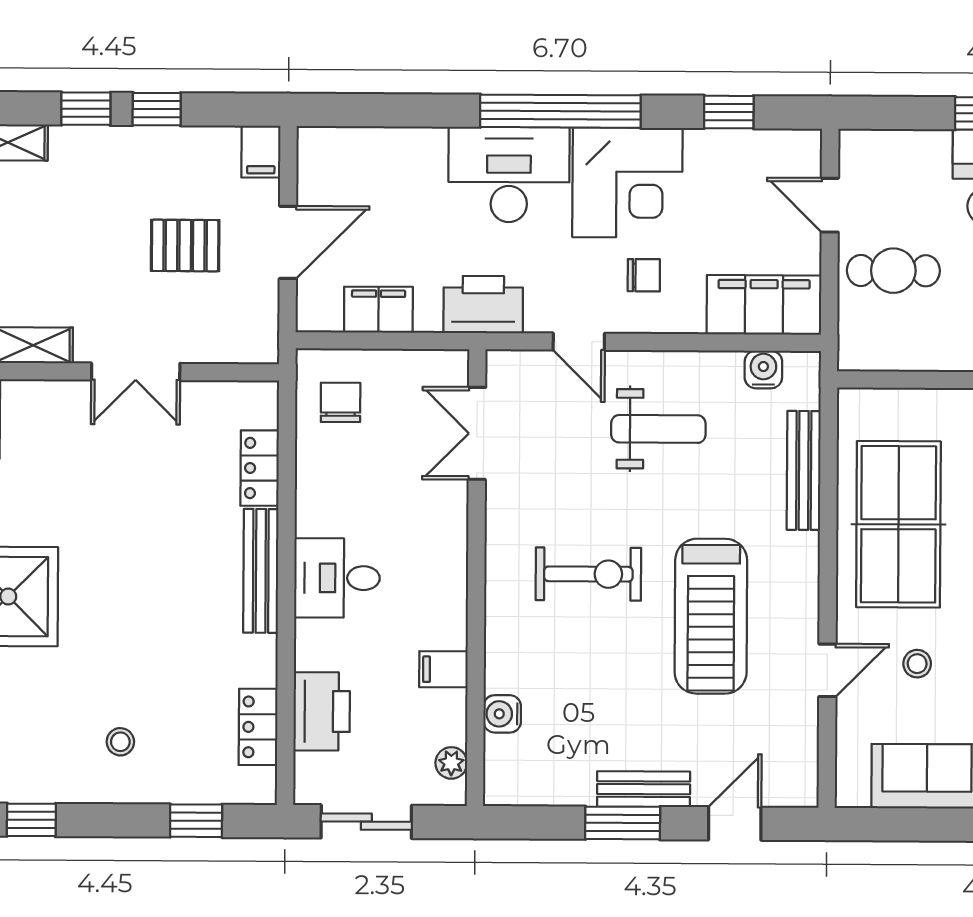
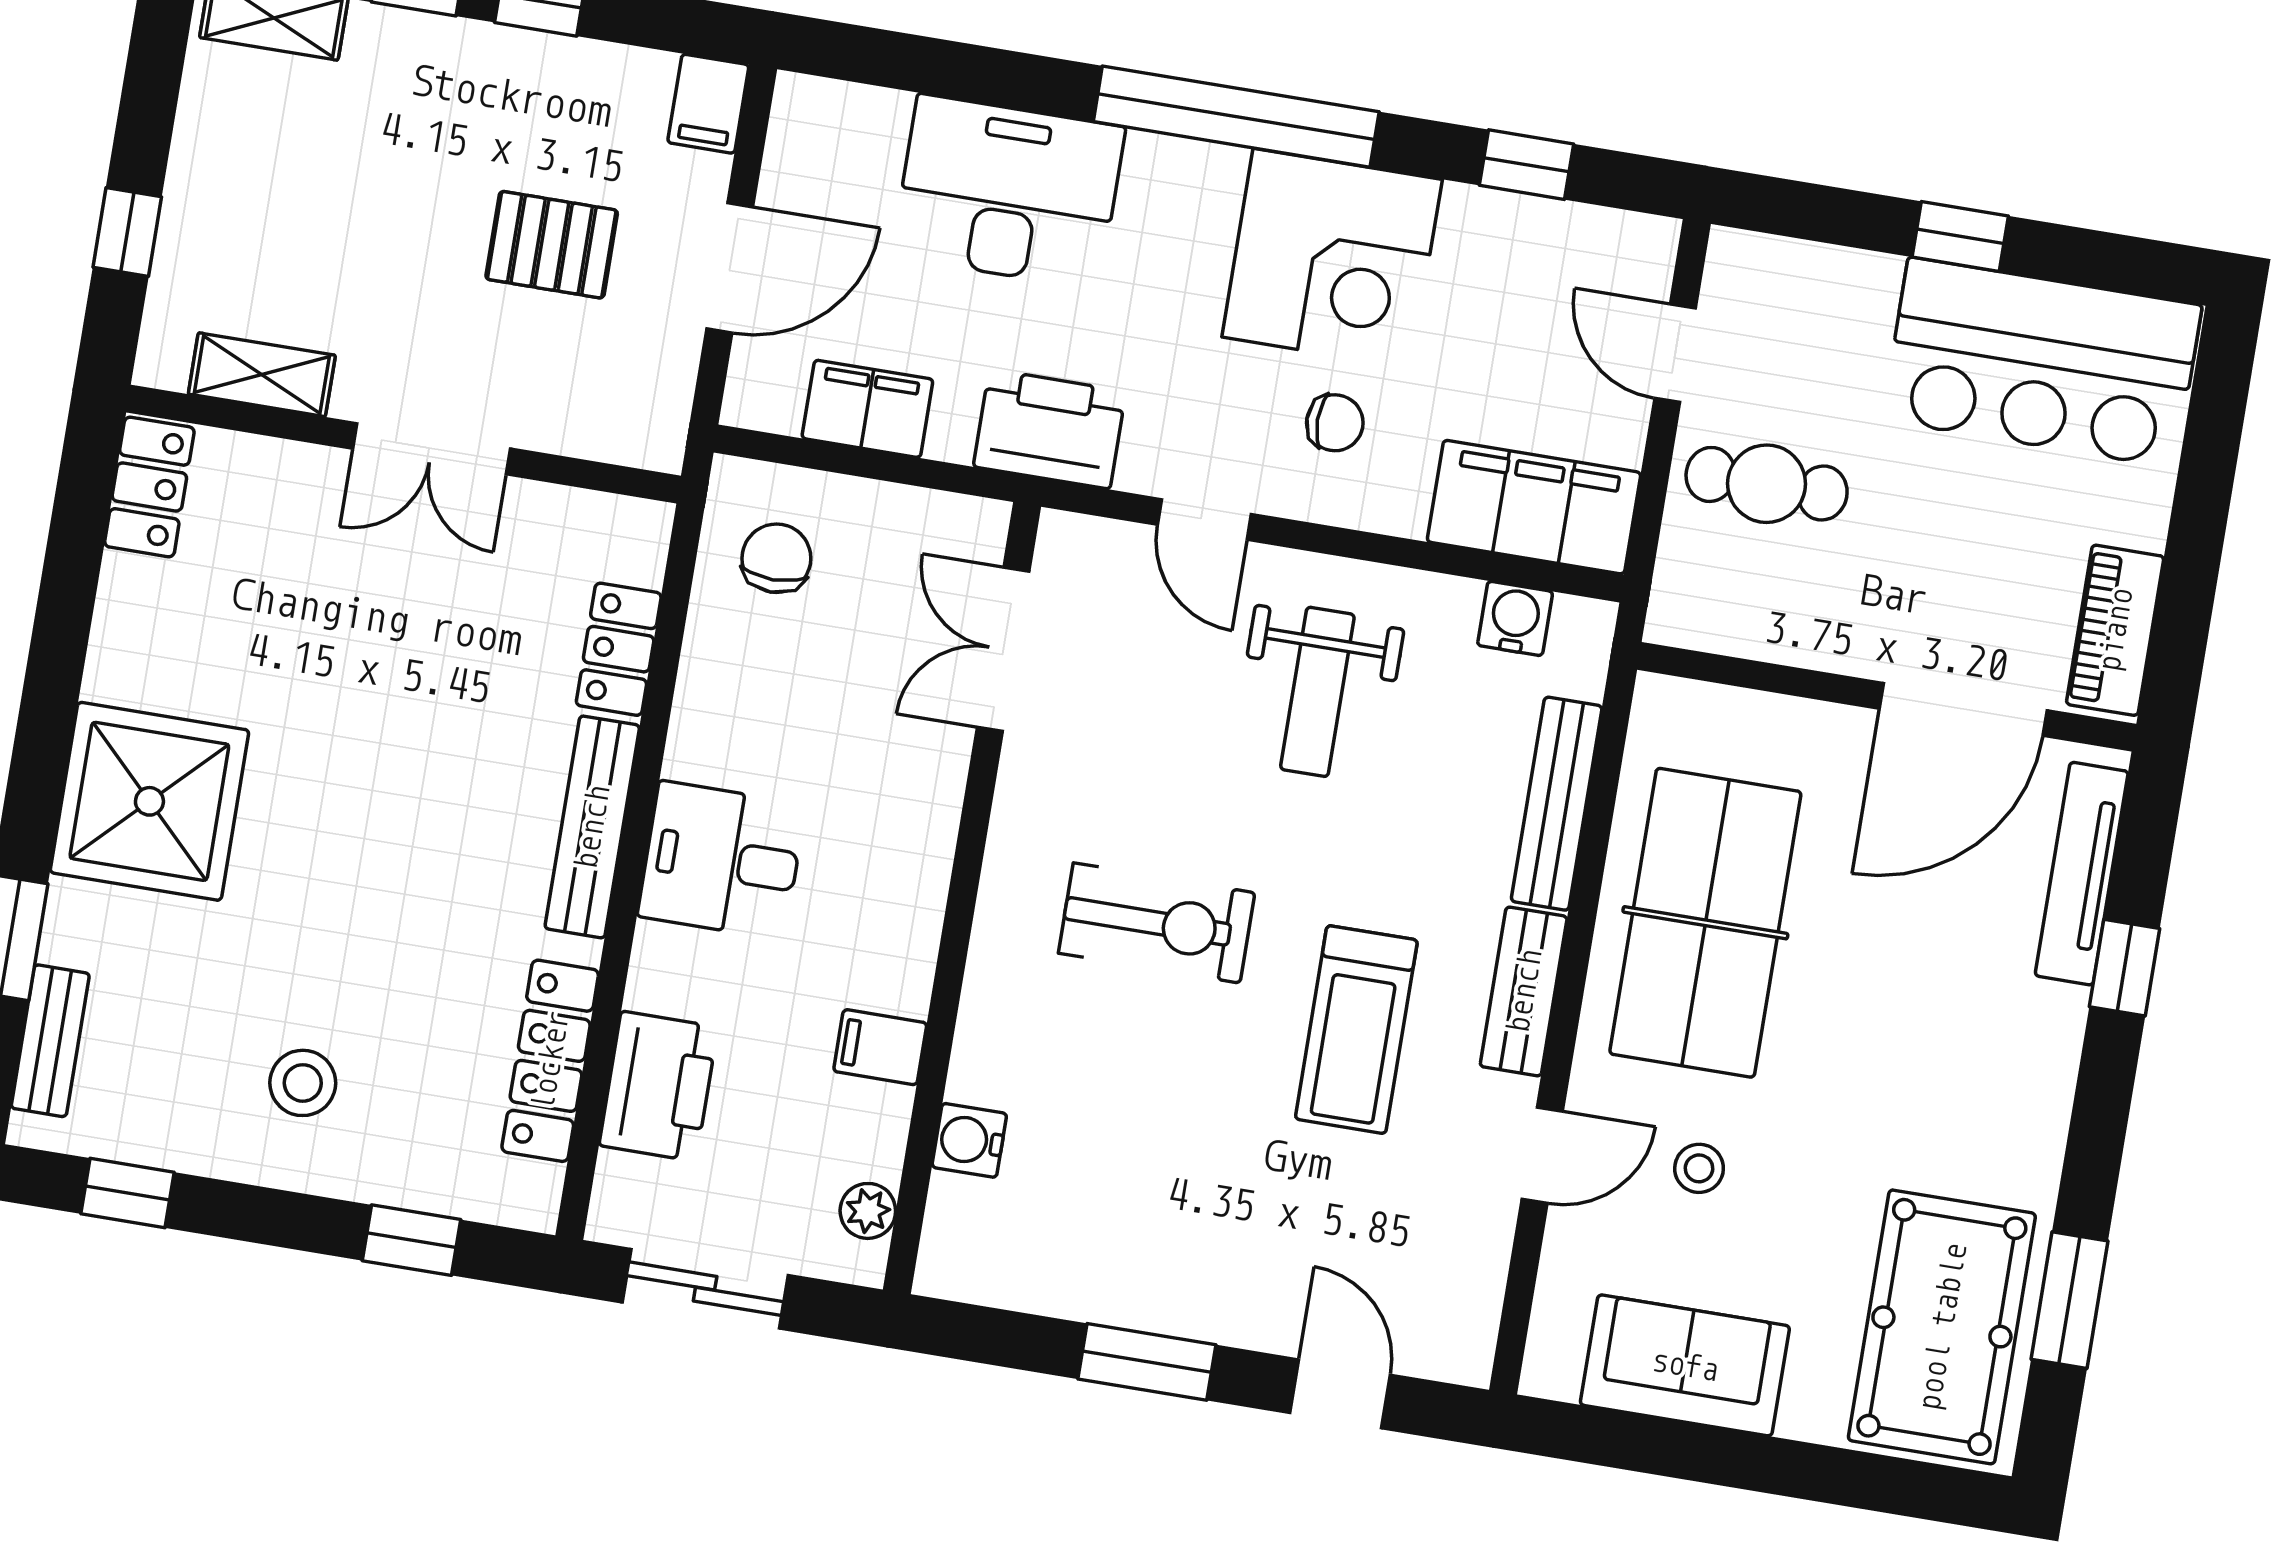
desk: (509, 175) -> (1008, 192), moved
weight bench: (658, 429) -> (1317, 692), turned 90
treadmill: (711, 616) -> (1356, 1030), width x0.73, depth x0.73
locker: (258, 727) -> (550, 1061), width x1.53
stool: (120, 742) -> (303, 1083), width x1.37, depth x1.37
bench: (644, 789) -> (1524, 991), moved, turned 90
door: (735, 824) -> (1340, 1394), hinge flipped

